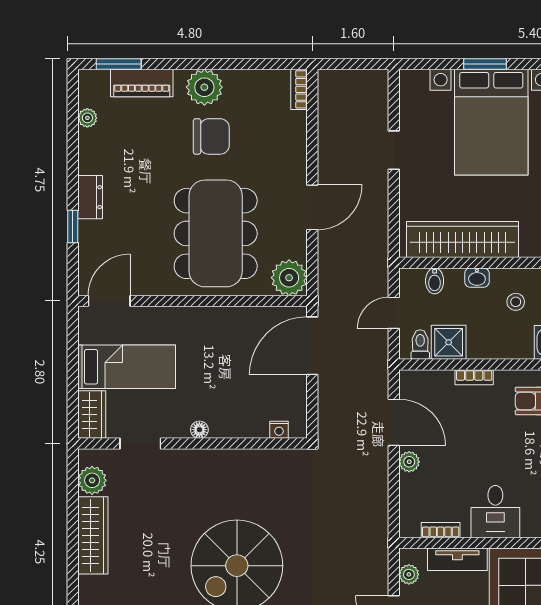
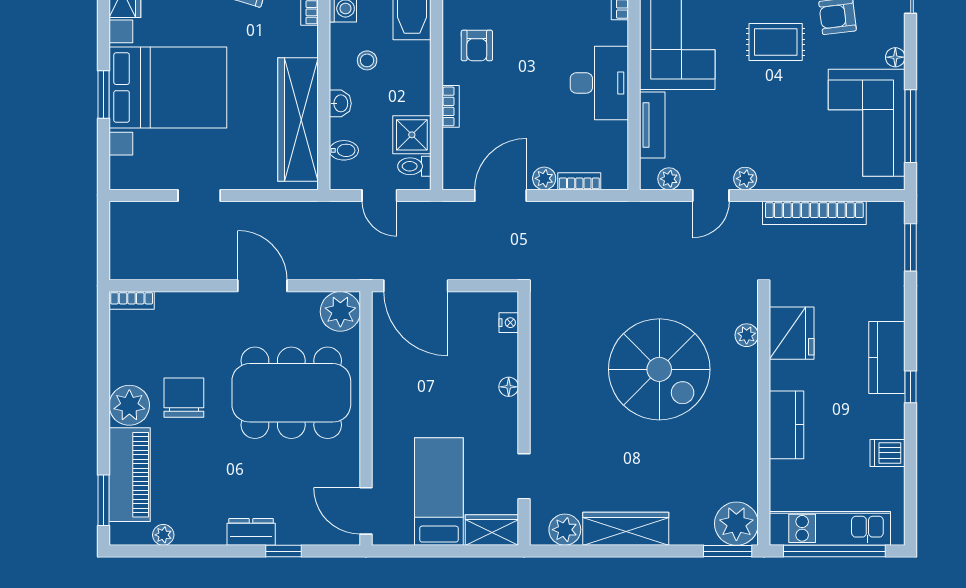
piano: (142, 83) -> (130, 475), width x1.37, depth x1.33
floor lamp: (199, 430) -> (509, 387), moved
desk: (495, 512) -> (599, 83), width x1.37
bookcase: (441, 530) -> (579, 181), moved, turned 90

